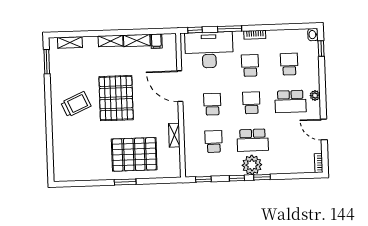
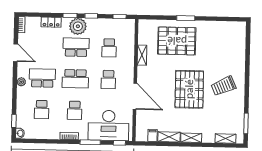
school desk: (251, 103) -> (75, 79), width x1.85
locker: (284, 168) -> (51, 22), added

